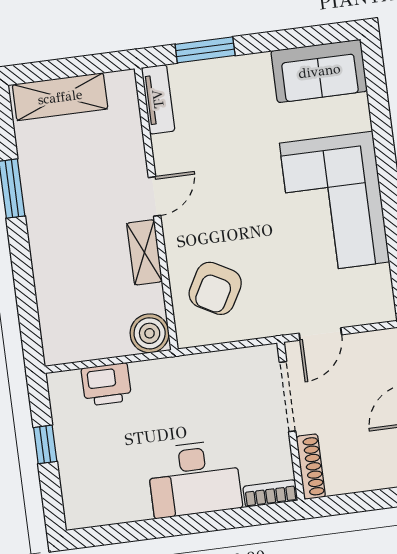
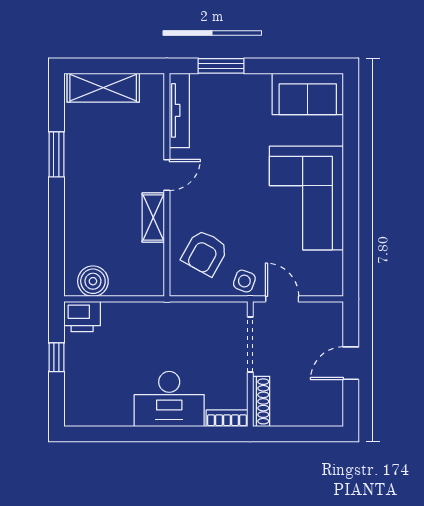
tv unit: (158, 99) -> (179, 110), width x1.41
side table: (270, 318) -> (244, 281), added
boiler: (150, 333) -> (93, 281), moved
door: (320, 334) -> (282, 299), swing flipped
printer: (106, 384) -> (82, 317), moved

